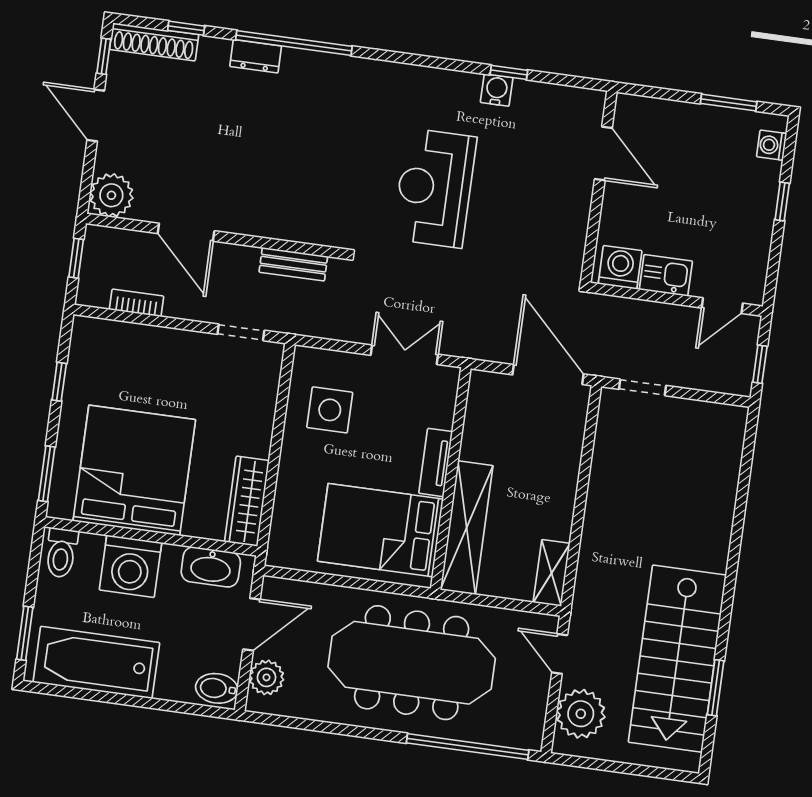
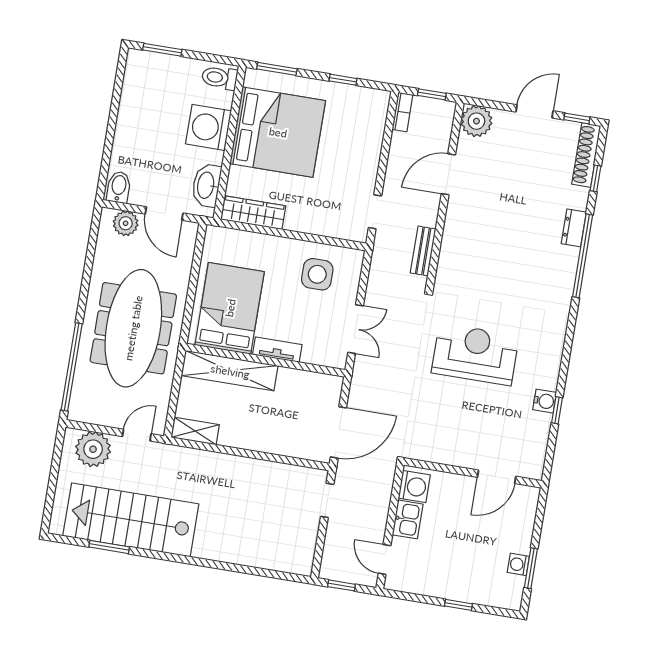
washing machine: (772, 145) -> (518, 564), moved, turned -90
bookcase: (137, 303) -> (402, 112), moved
bathtub: (96, 662) -> (140, 101), removed

